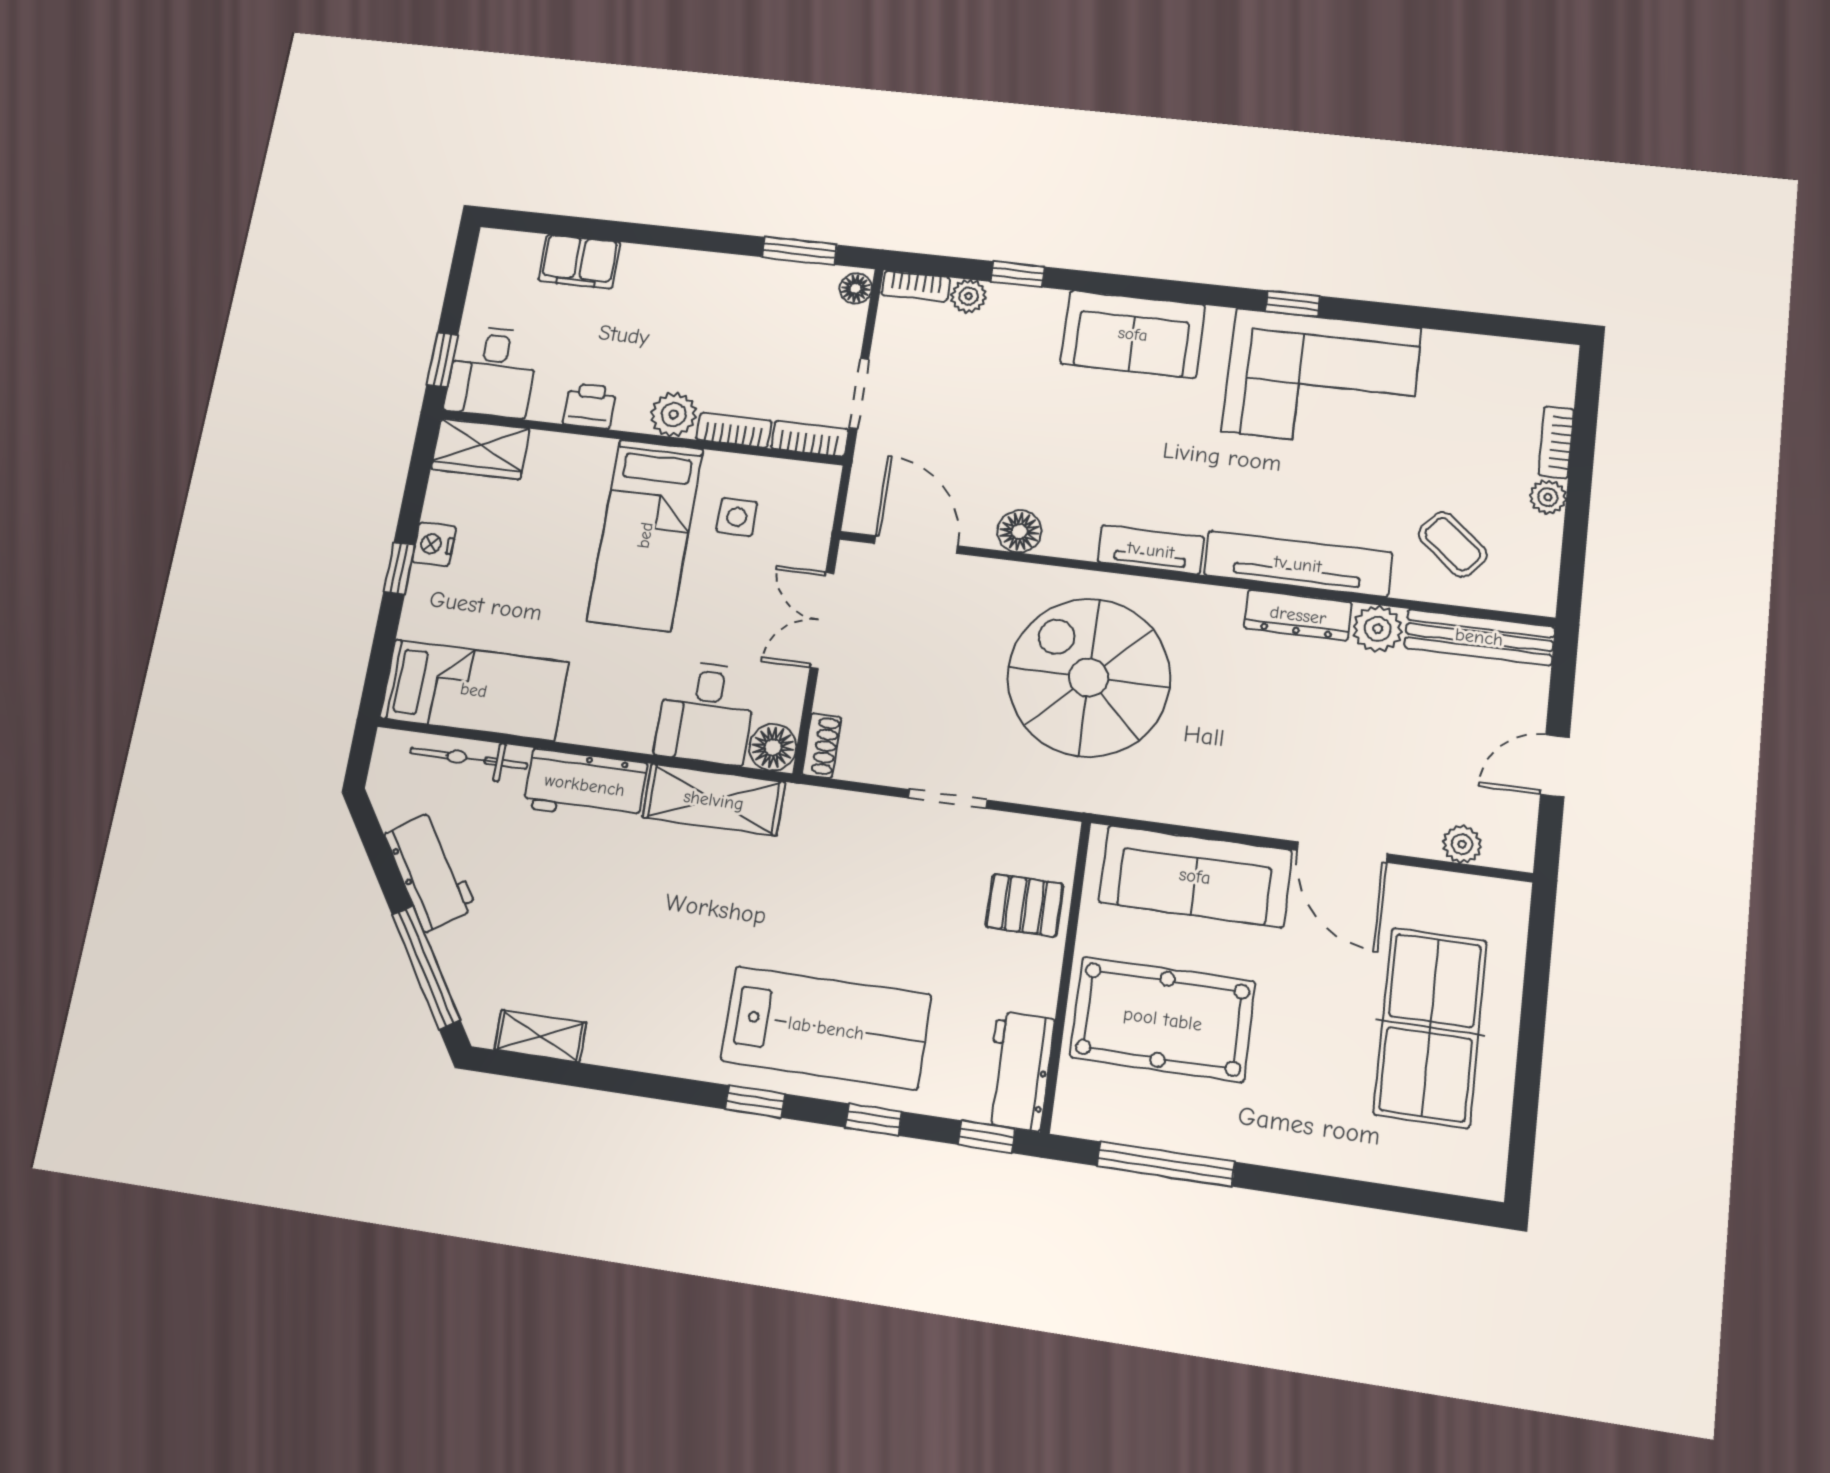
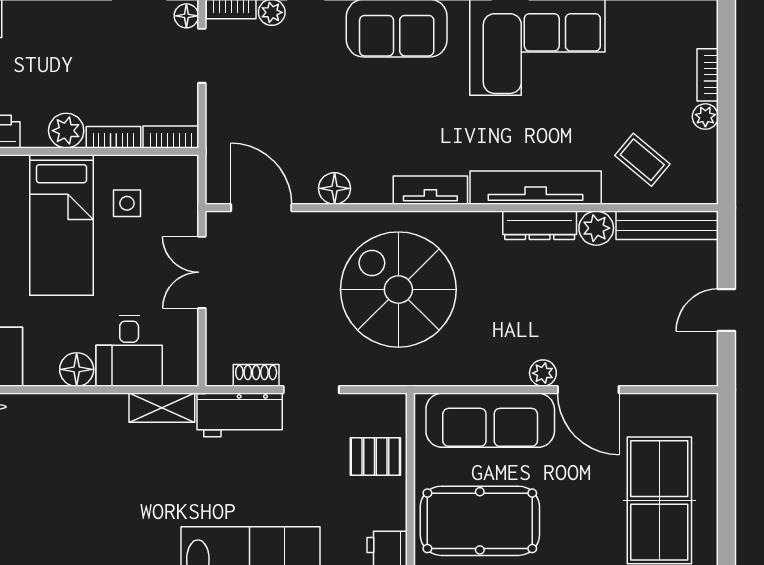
doorway: (859, 394) -> (202, 56), moved
shoe rack: (822, 746) -> (256, 375), moved, turned -90
floor lamp: (773, 747) -> (77, 369), moved
workbench: (585, 785) -> (240, 415), moved
shelving: (714, 800) -> (162, 408), width x0.67, depth x0.75
plant: (1462, 844) -> (543, 373), moved

